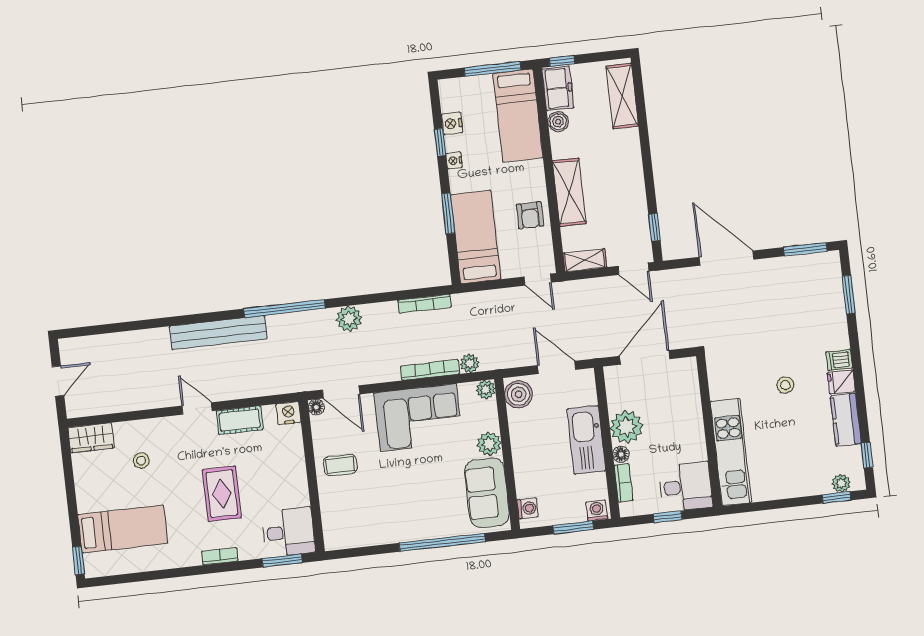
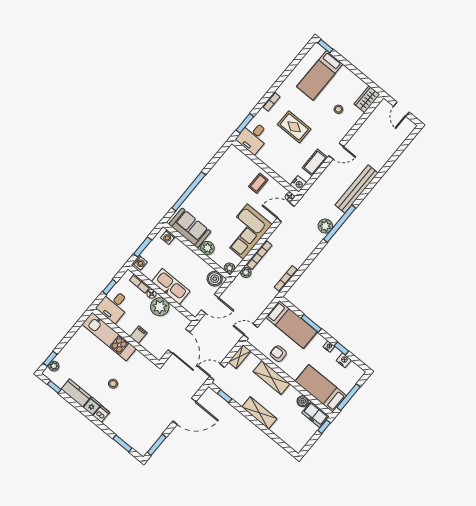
shelving: (622, 96) -> (259, 413), moved
plant: (349, 319) -> (325, 226), moved
filing cabinet: (690, 417) -> (139, 335), added

